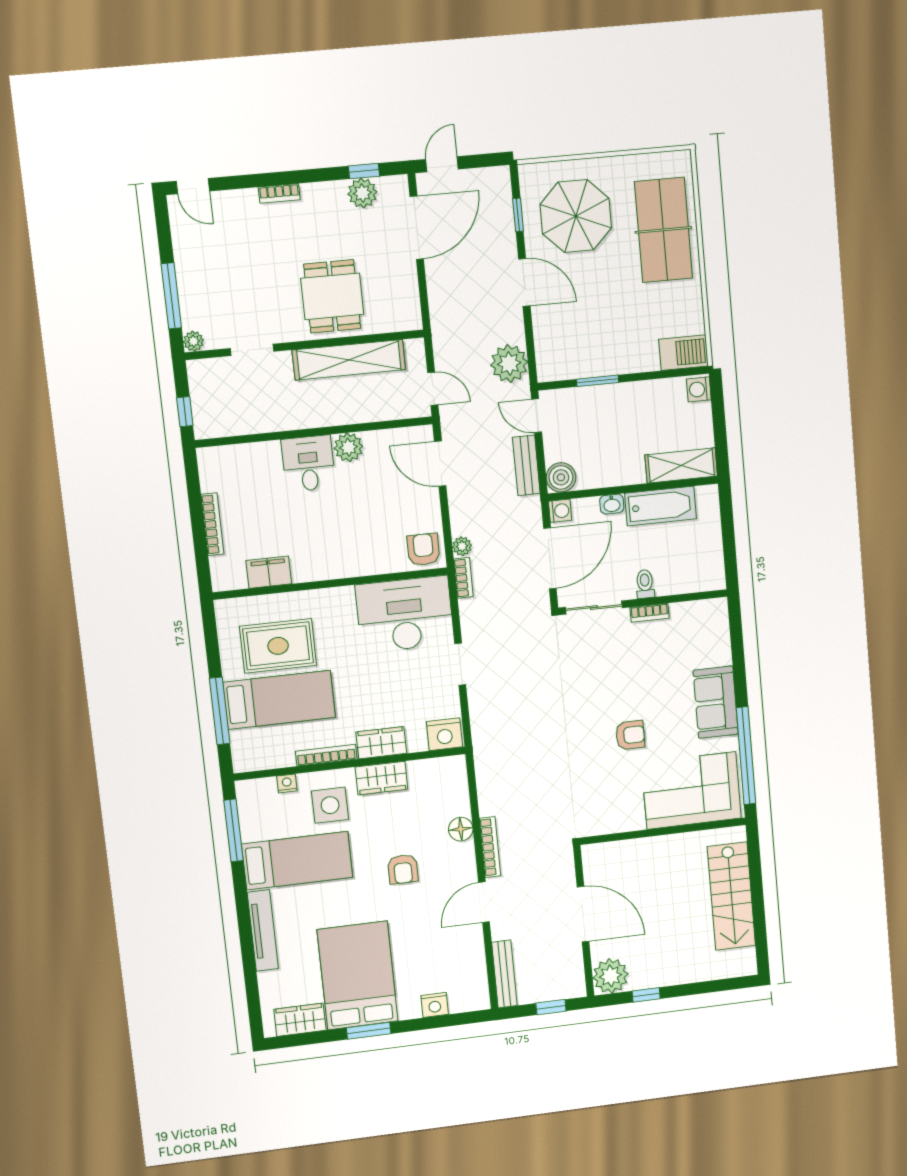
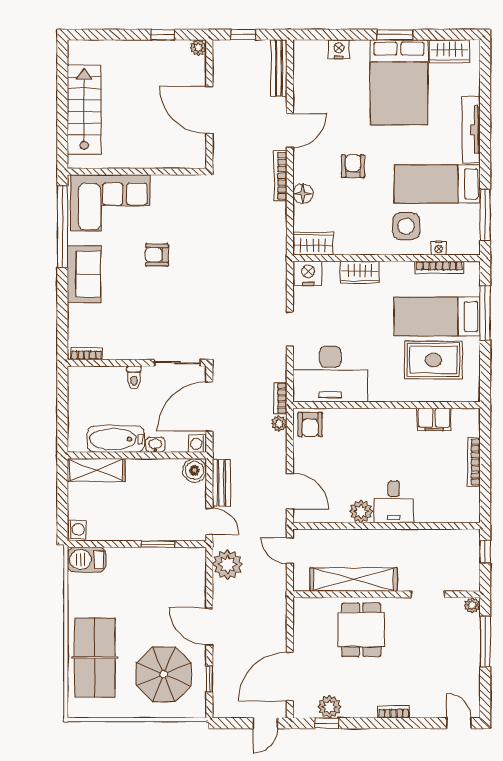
bookcase: (650, 613) -> (87, 354), moved
bookcase: (326, 755) -> (439, 267), moved
wardrobe: (381, 778) -> (313, 243), moved
plant: (610, 976) -> (198, 48), width x0.53, depth x0.53

